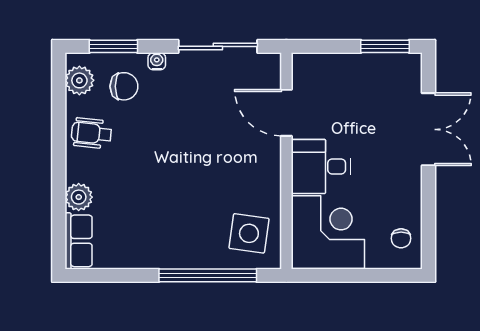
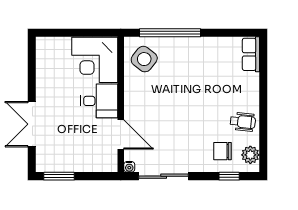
window: (113, 46) -> (229, 176), width x0.67
water cooler: (157, 61) -> (129, 167), moved
plant: (79, 197) -> (251, 82), removed
side table: (249, 233) -> (144, 59), turned 30
chair: (401, 238) -> (49, 56), removed

